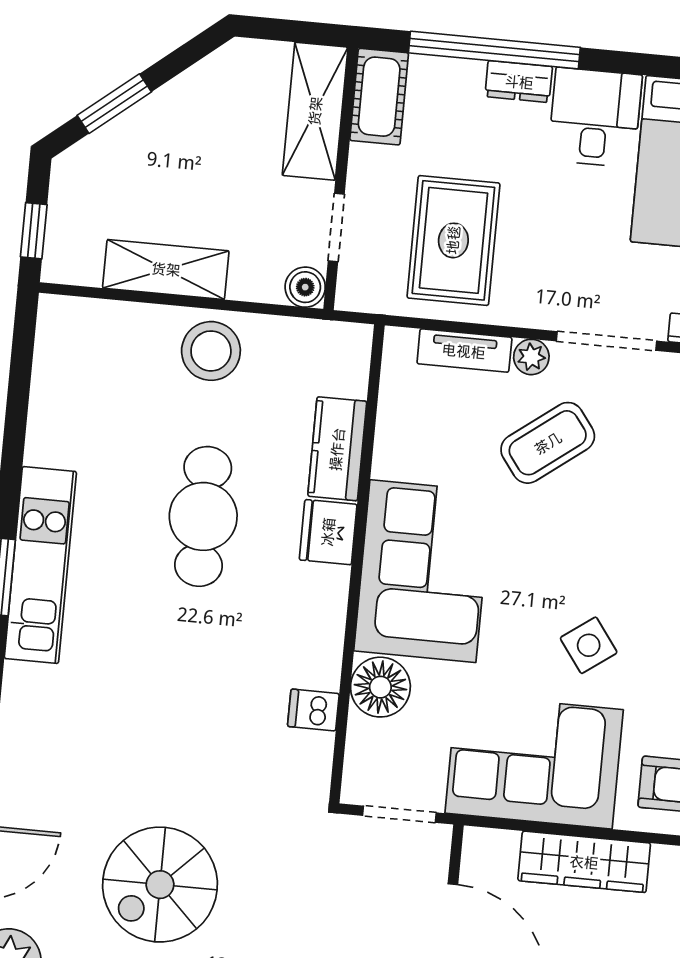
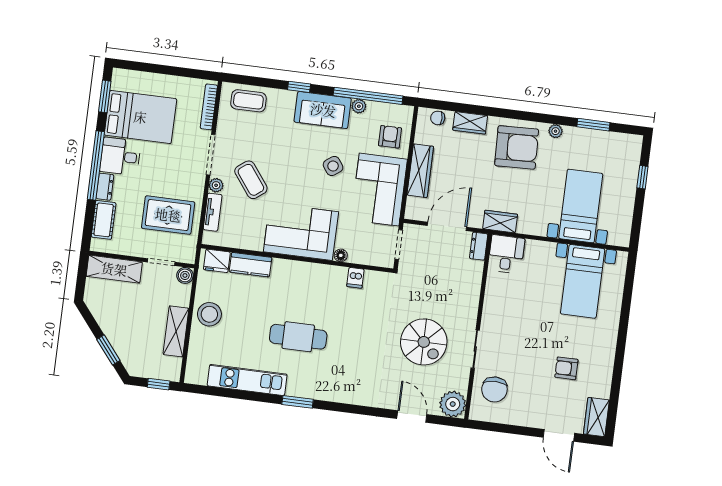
window: (494, 50) -> (96, 166), moved
cot: (379, 97) -> (104, 220), moved, turned 90
cafe table: (203, 516) -> (298, 337), moved
fridge: (328, 532) -> (217, 261), moved
kitchen unit: (40, 565) -> (247, 380), moved
floor lamp: (380, 687) -> (341, 255), width x0.53, depth x0.53

